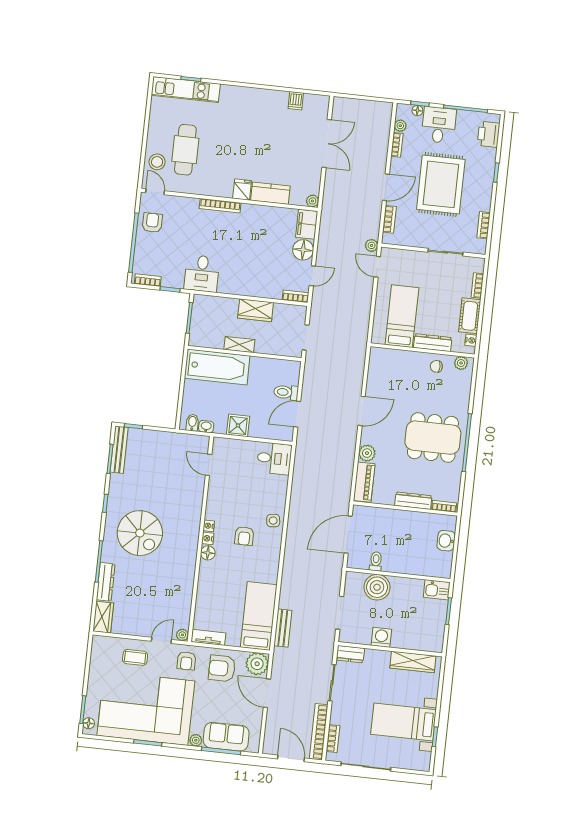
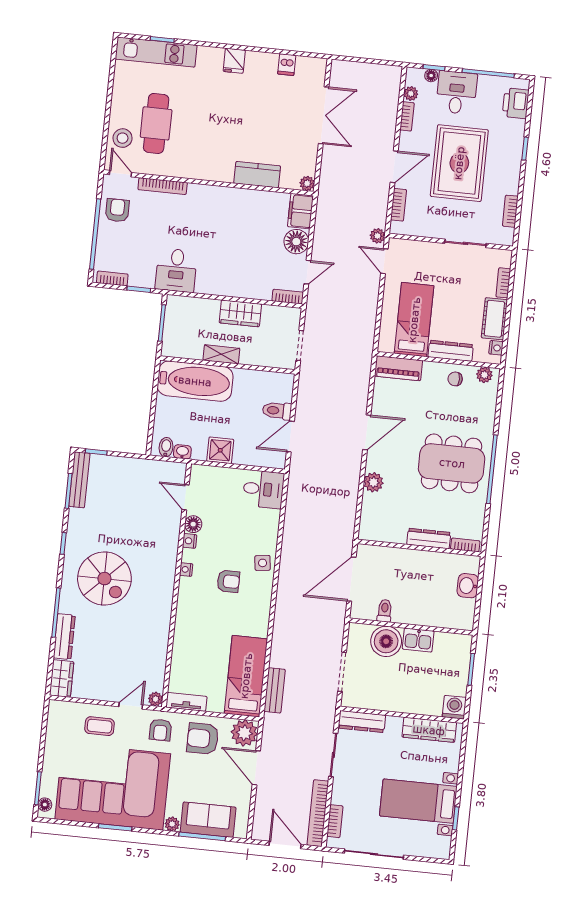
fridge: (242, 190) -> (234, 61), moved, turned 180
bookcase: (220, 206) -> (163, 186), moved
piano: (364, 482) -> (398, 368), moved, turned 90
armchair: (244, 536) -> (228, 581), turned -90
nightstand: (208, 538) -> (190, 541), moved
floor lamp: (208, 553) -> (193, 524), moved
kitchen sink: (437, 590) -> (418, 640), moved
washing machine: (381, 637) -> (454, 707), moved
dresser: (350, 654) -> (362, 722), width x1.44

